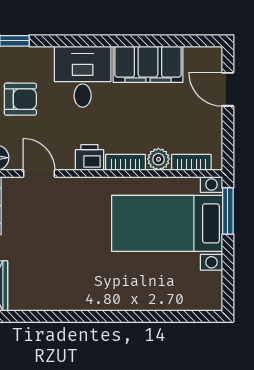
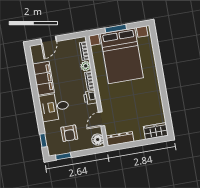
armchair: (20, 99) -> (69, 133), turned 180
window: (228, 211) -> (116, 29), moved
bed with nightstands: (167, 223) -> (122, 56), width x1.36

